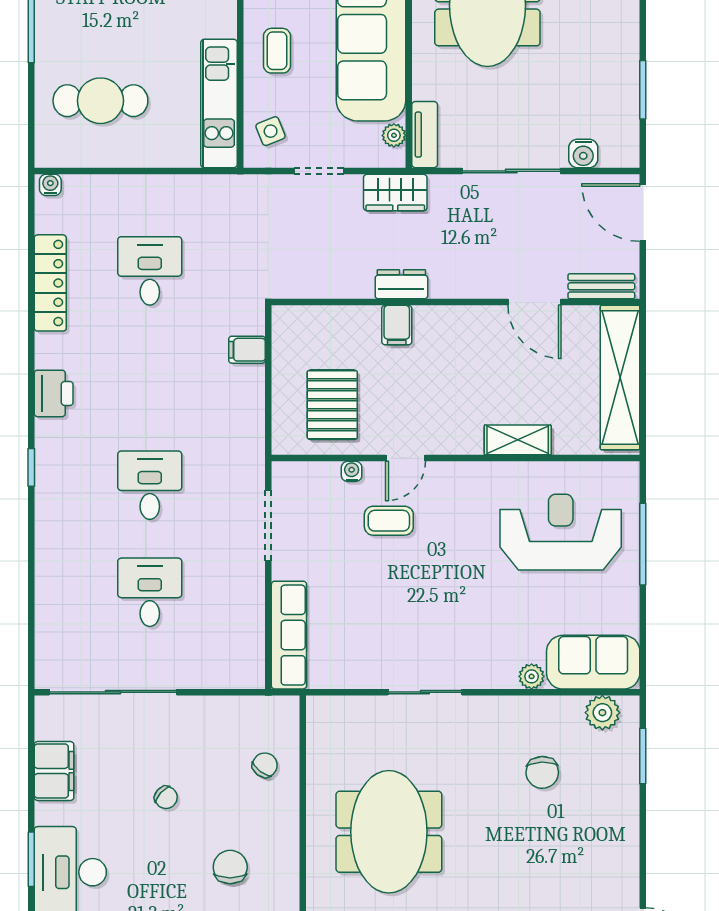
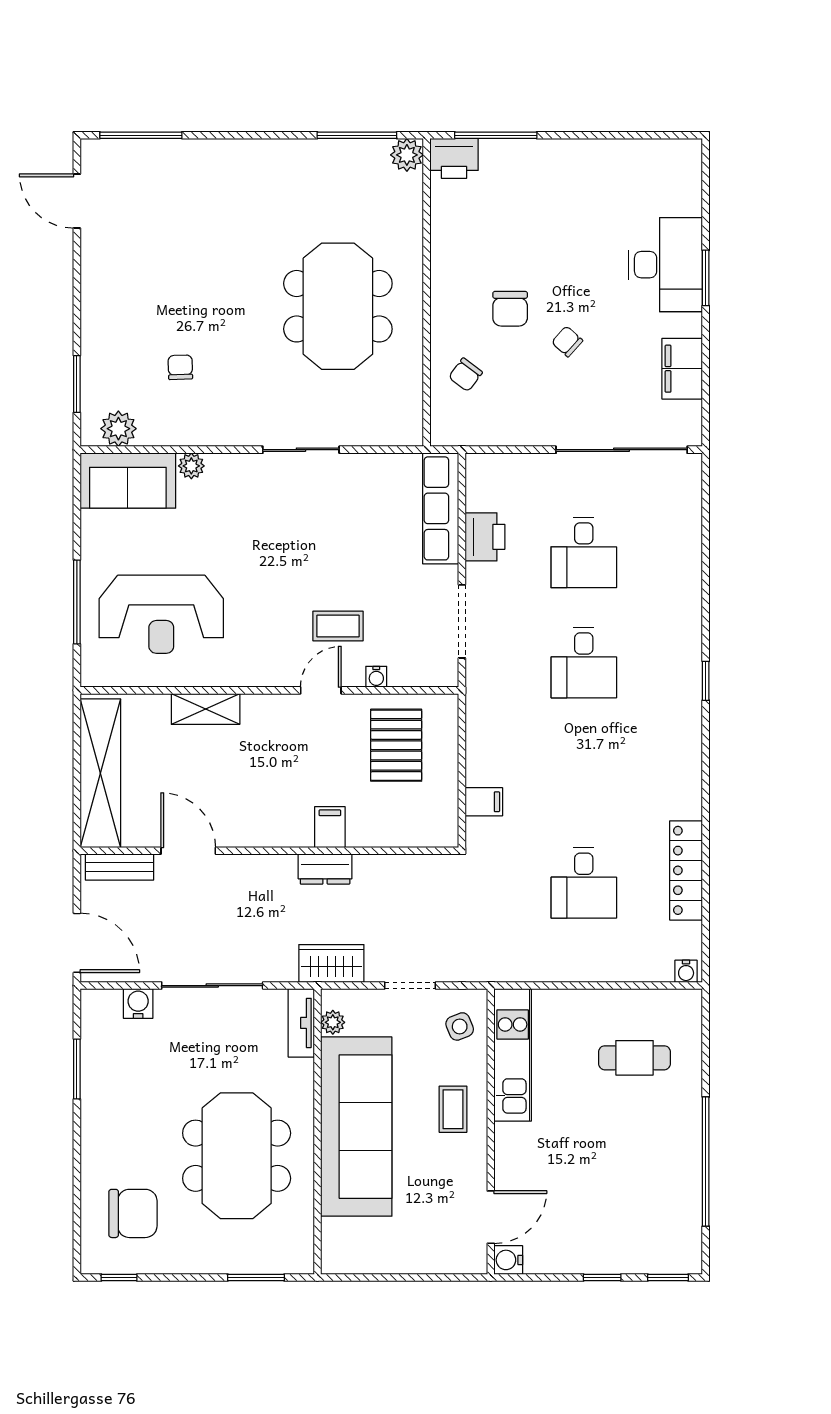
cafe table: (100, 101) -> (634, 1058), width x0.73, depth x0.74
printer: (54, 393) -> (485, 537), moved, turned 180
chair: (542, 772) -> (180, 367), width x0.73, depth x0.73
chair: (230, 867) -> (510, 309), moved

